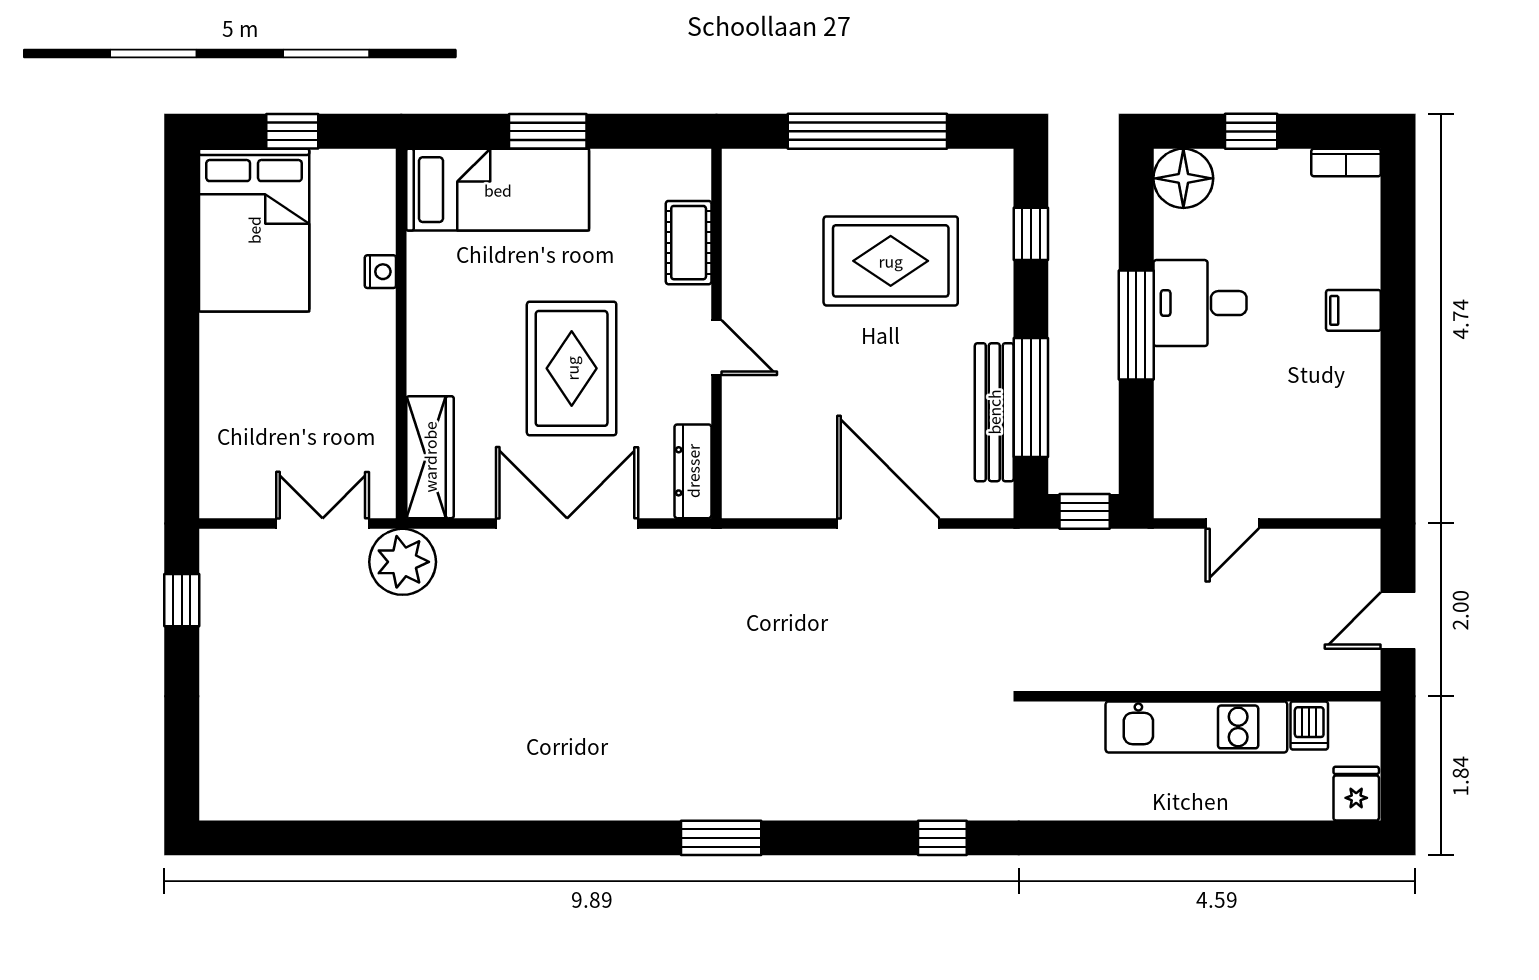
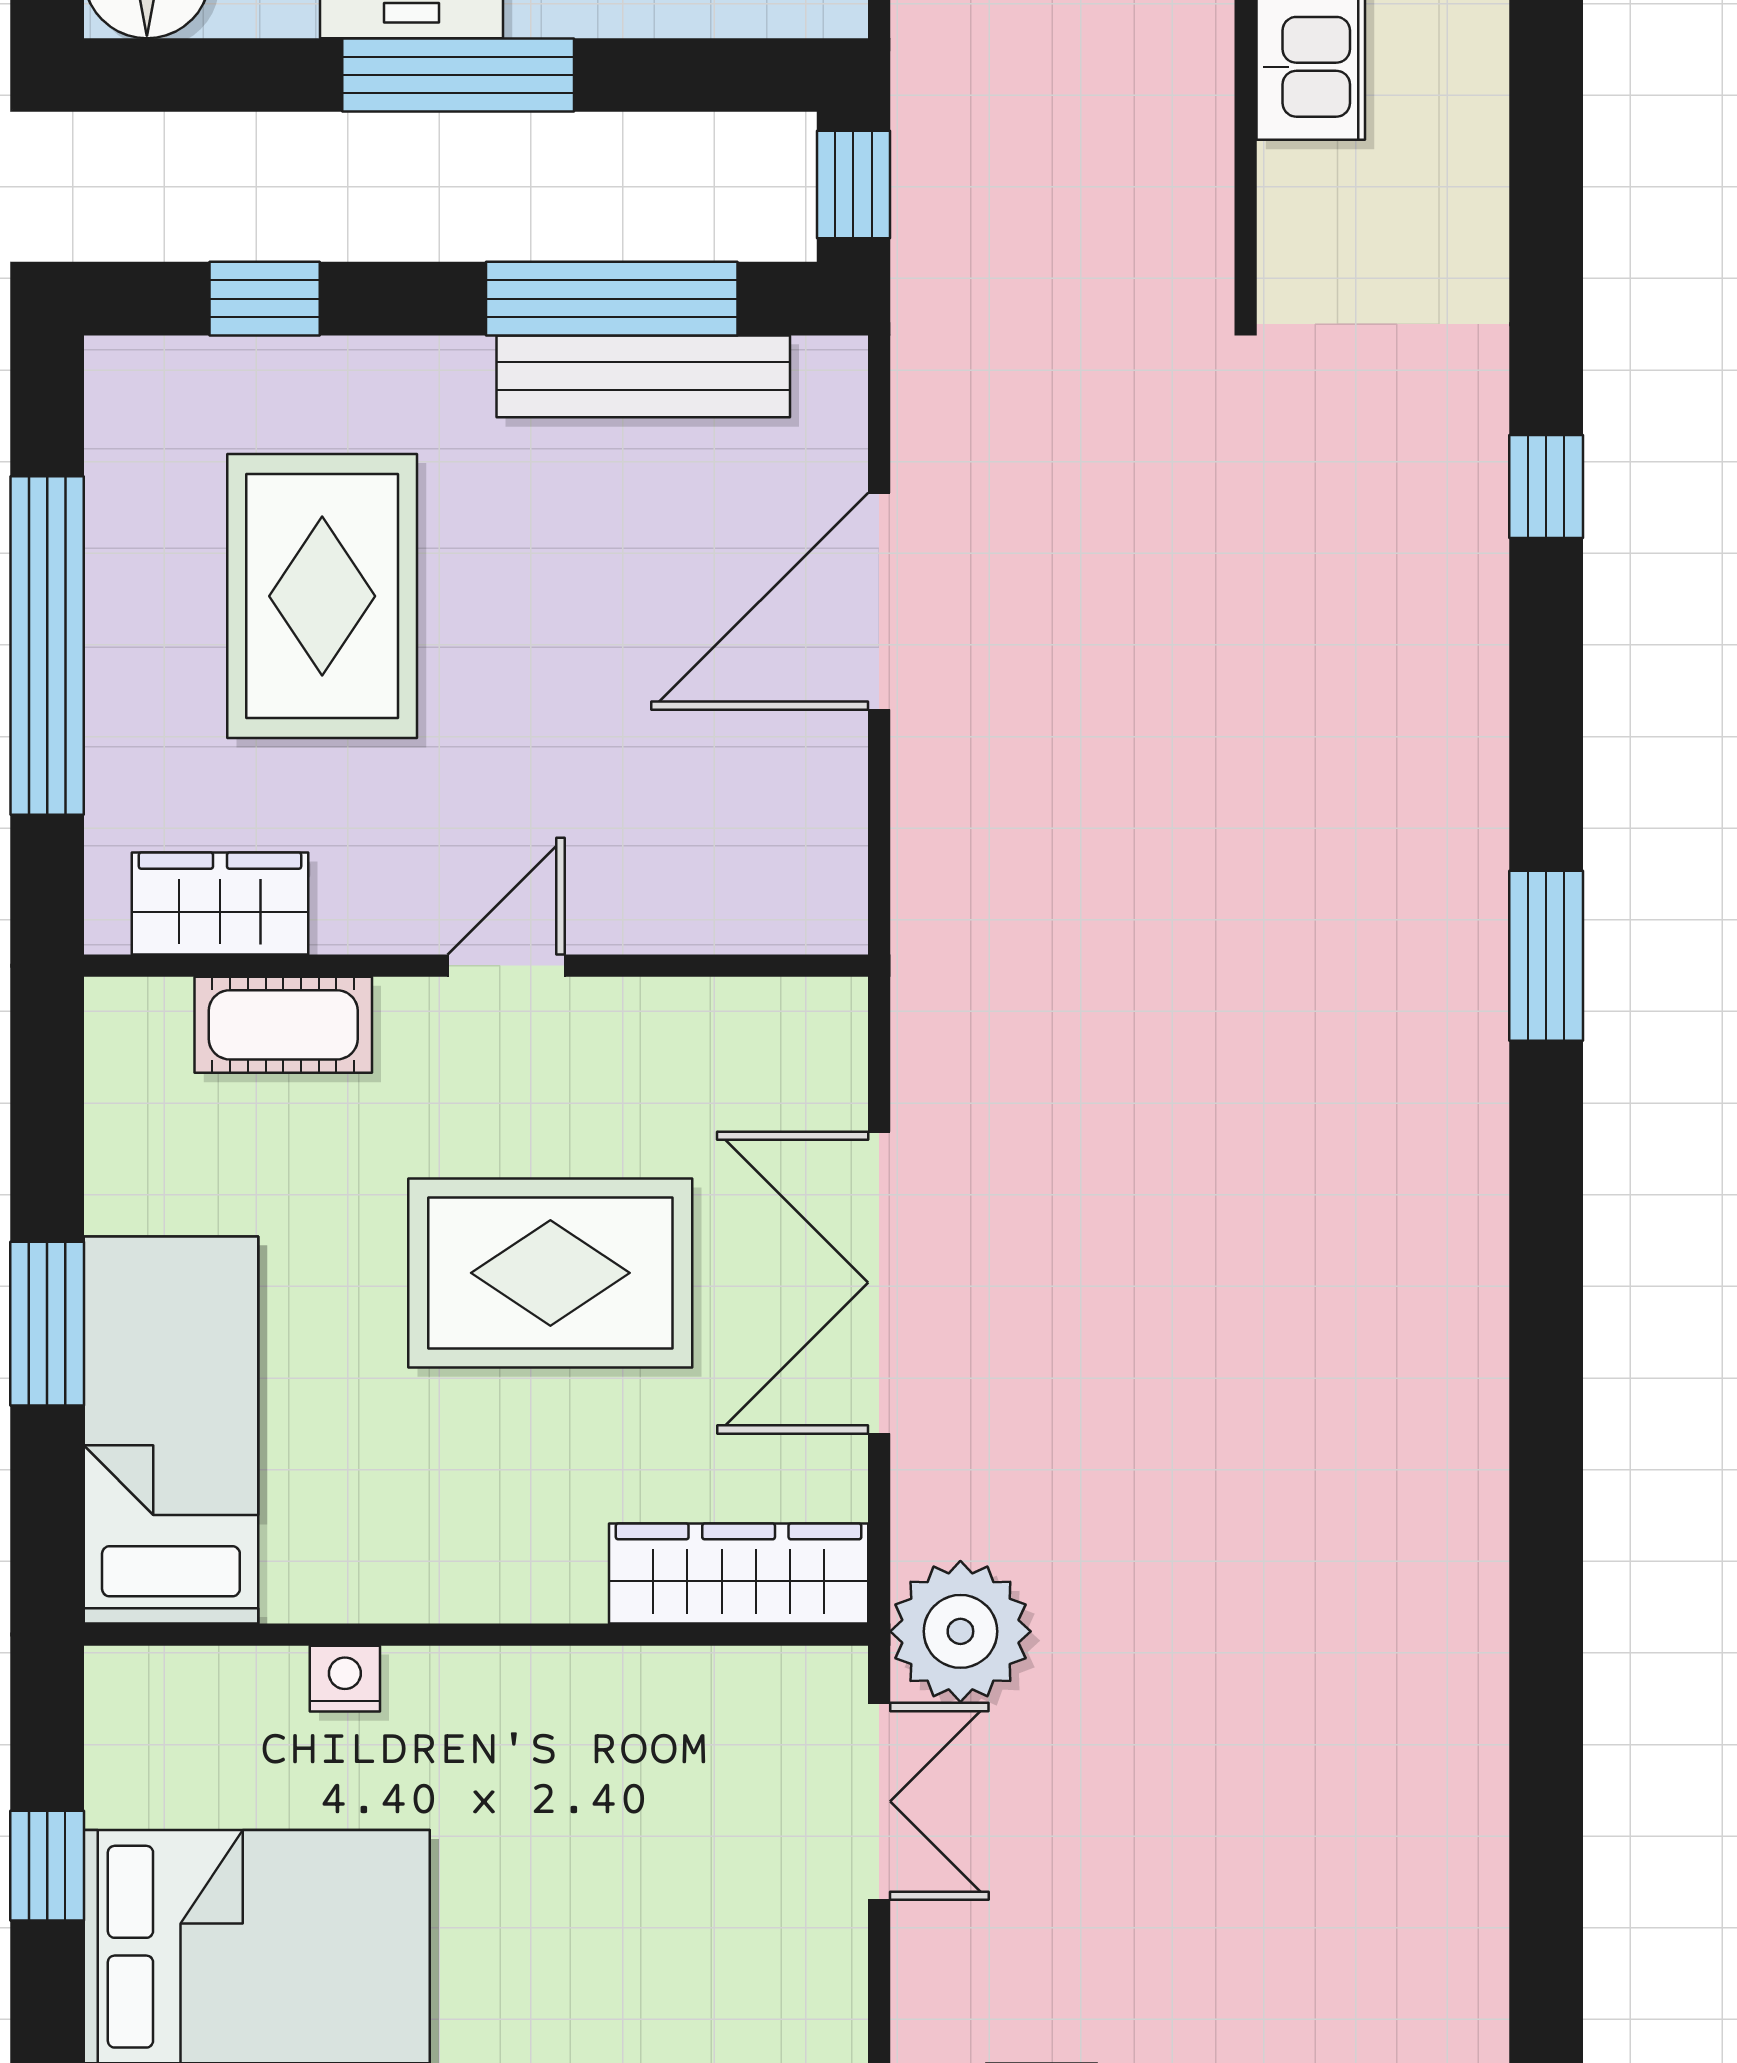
wardrobe: (746, 213) -> (220, 904), added
dresser: (693, 471) -> (769, 1016), removed
double door: (323, 523) -> (879, 1801), swing flipped

